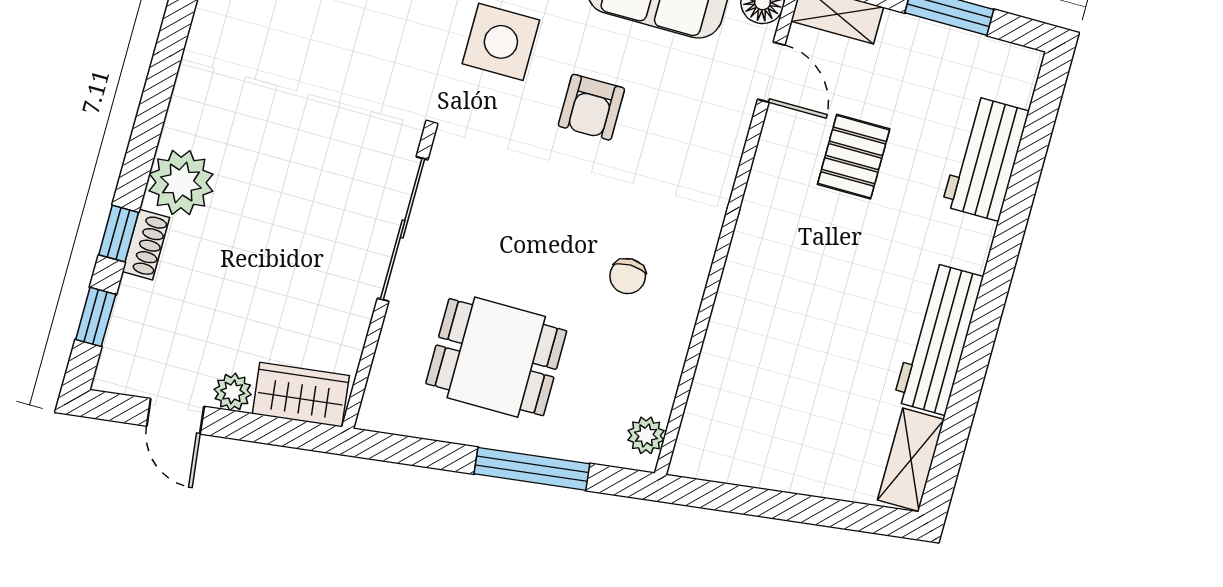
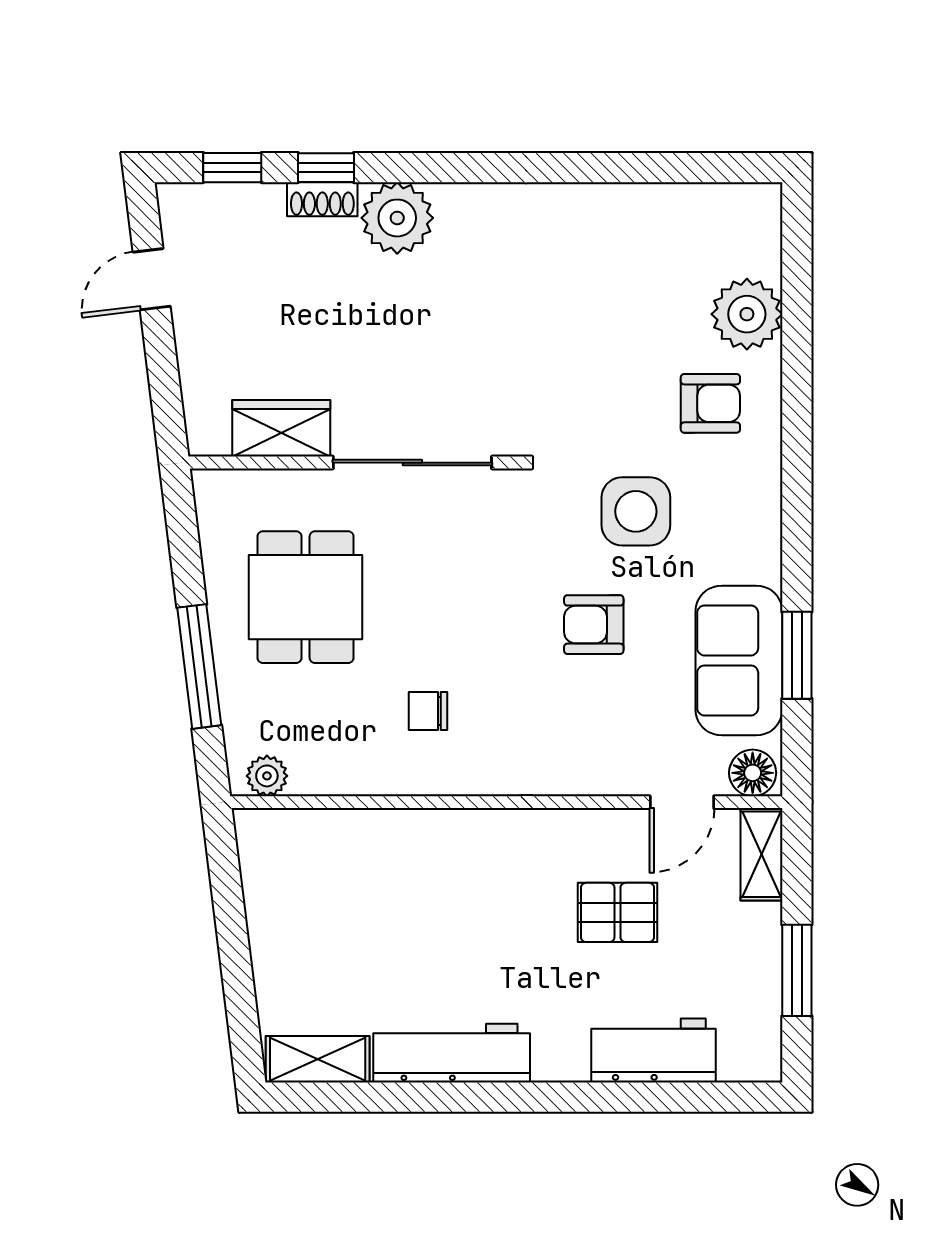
plant: (233, 392) -> (193, 332), removed
wardrobe: (301, 395) -> (281, 428), moved, turned -83

